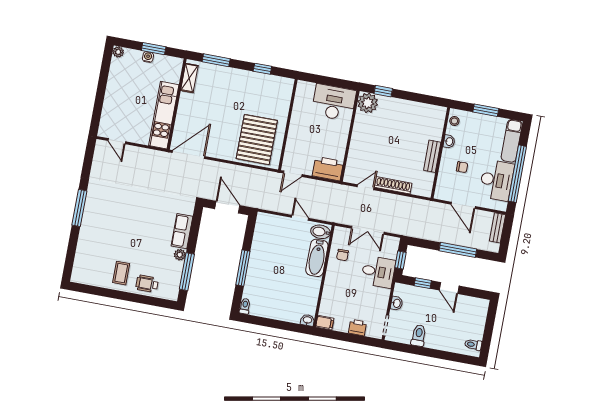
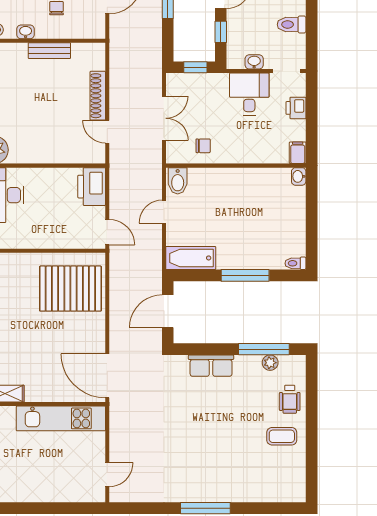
plant: (180, 255) -> (270, 363), moved
bathtub: (317, 258) -> (191, 258), moved, turned 180
desk: (378, 272) -> (249, 94), moved

